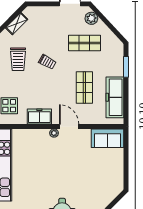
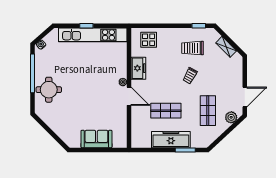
freezer: (115, 97) -> (171, 140), moved
door: (69, 126) -> (129, 96), hinge flipped
sofa: (108, 138) -> (96, 139), moved, turned 90

